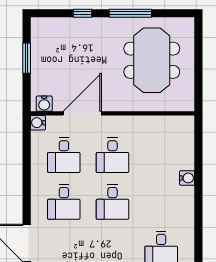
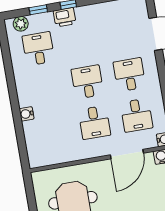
desk: (64, 155) -> (136, 115), turned 180
desk: (112, 155) -> (94, 122), turned 180

